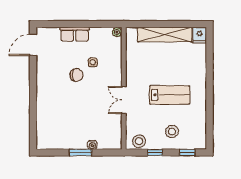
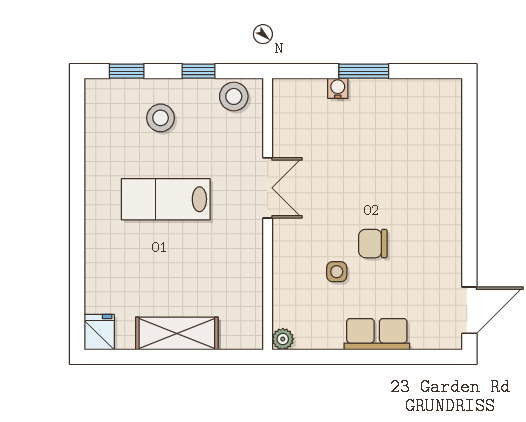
shelving: (165, 35) -> (177, 333), width x0.68

